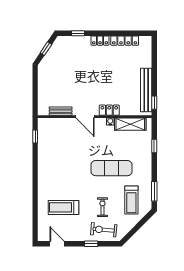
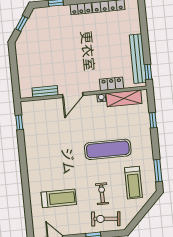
locker: (109, 110) -> (112, 84), moved
door: (85, 117) -> (73, 95), hinge flipped
treadmill: (64, 207) -> (59, 198), turned 180

